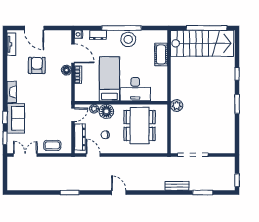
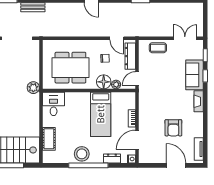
door: (73, 53) -> (137, 140), hinge flipped
floor lamp: (66, 70) -> (144, 123), removed
desk: (135, 89) -> (54, 104), moved, width x0.73
dining table: (140, 126) -> (70, 68), turned 90
double door: (25, 155) -> (185, 38), swing flipped

